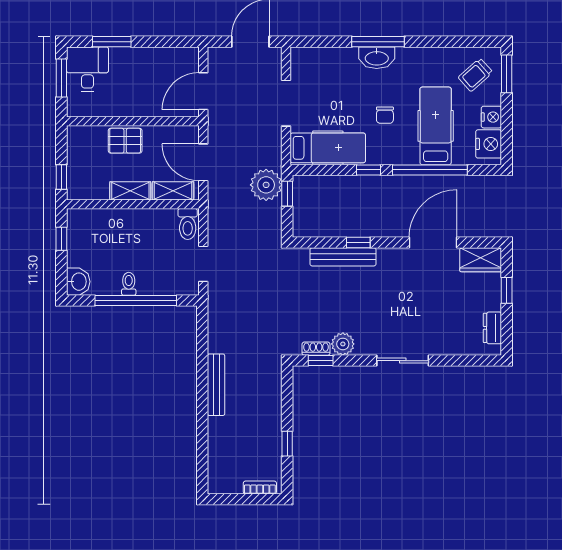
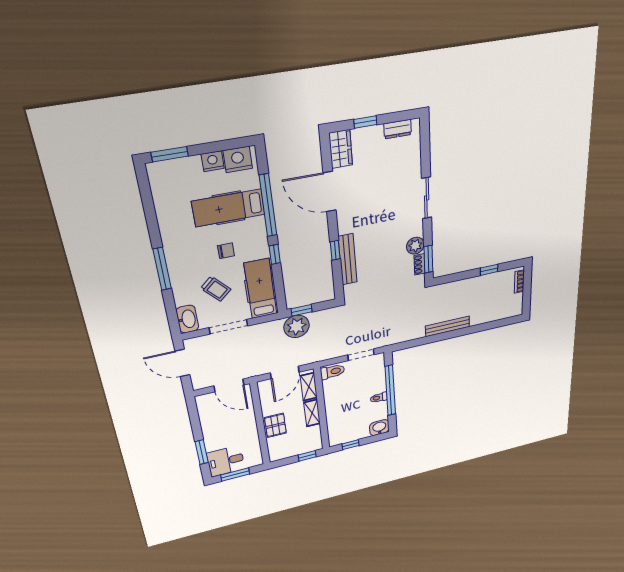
washbasin: (377, 58) -> (187, 319), moved
trolley: (475, 75) -> (216, 289), moved
window: (321, 361) -> (428, 259), width x1.50

